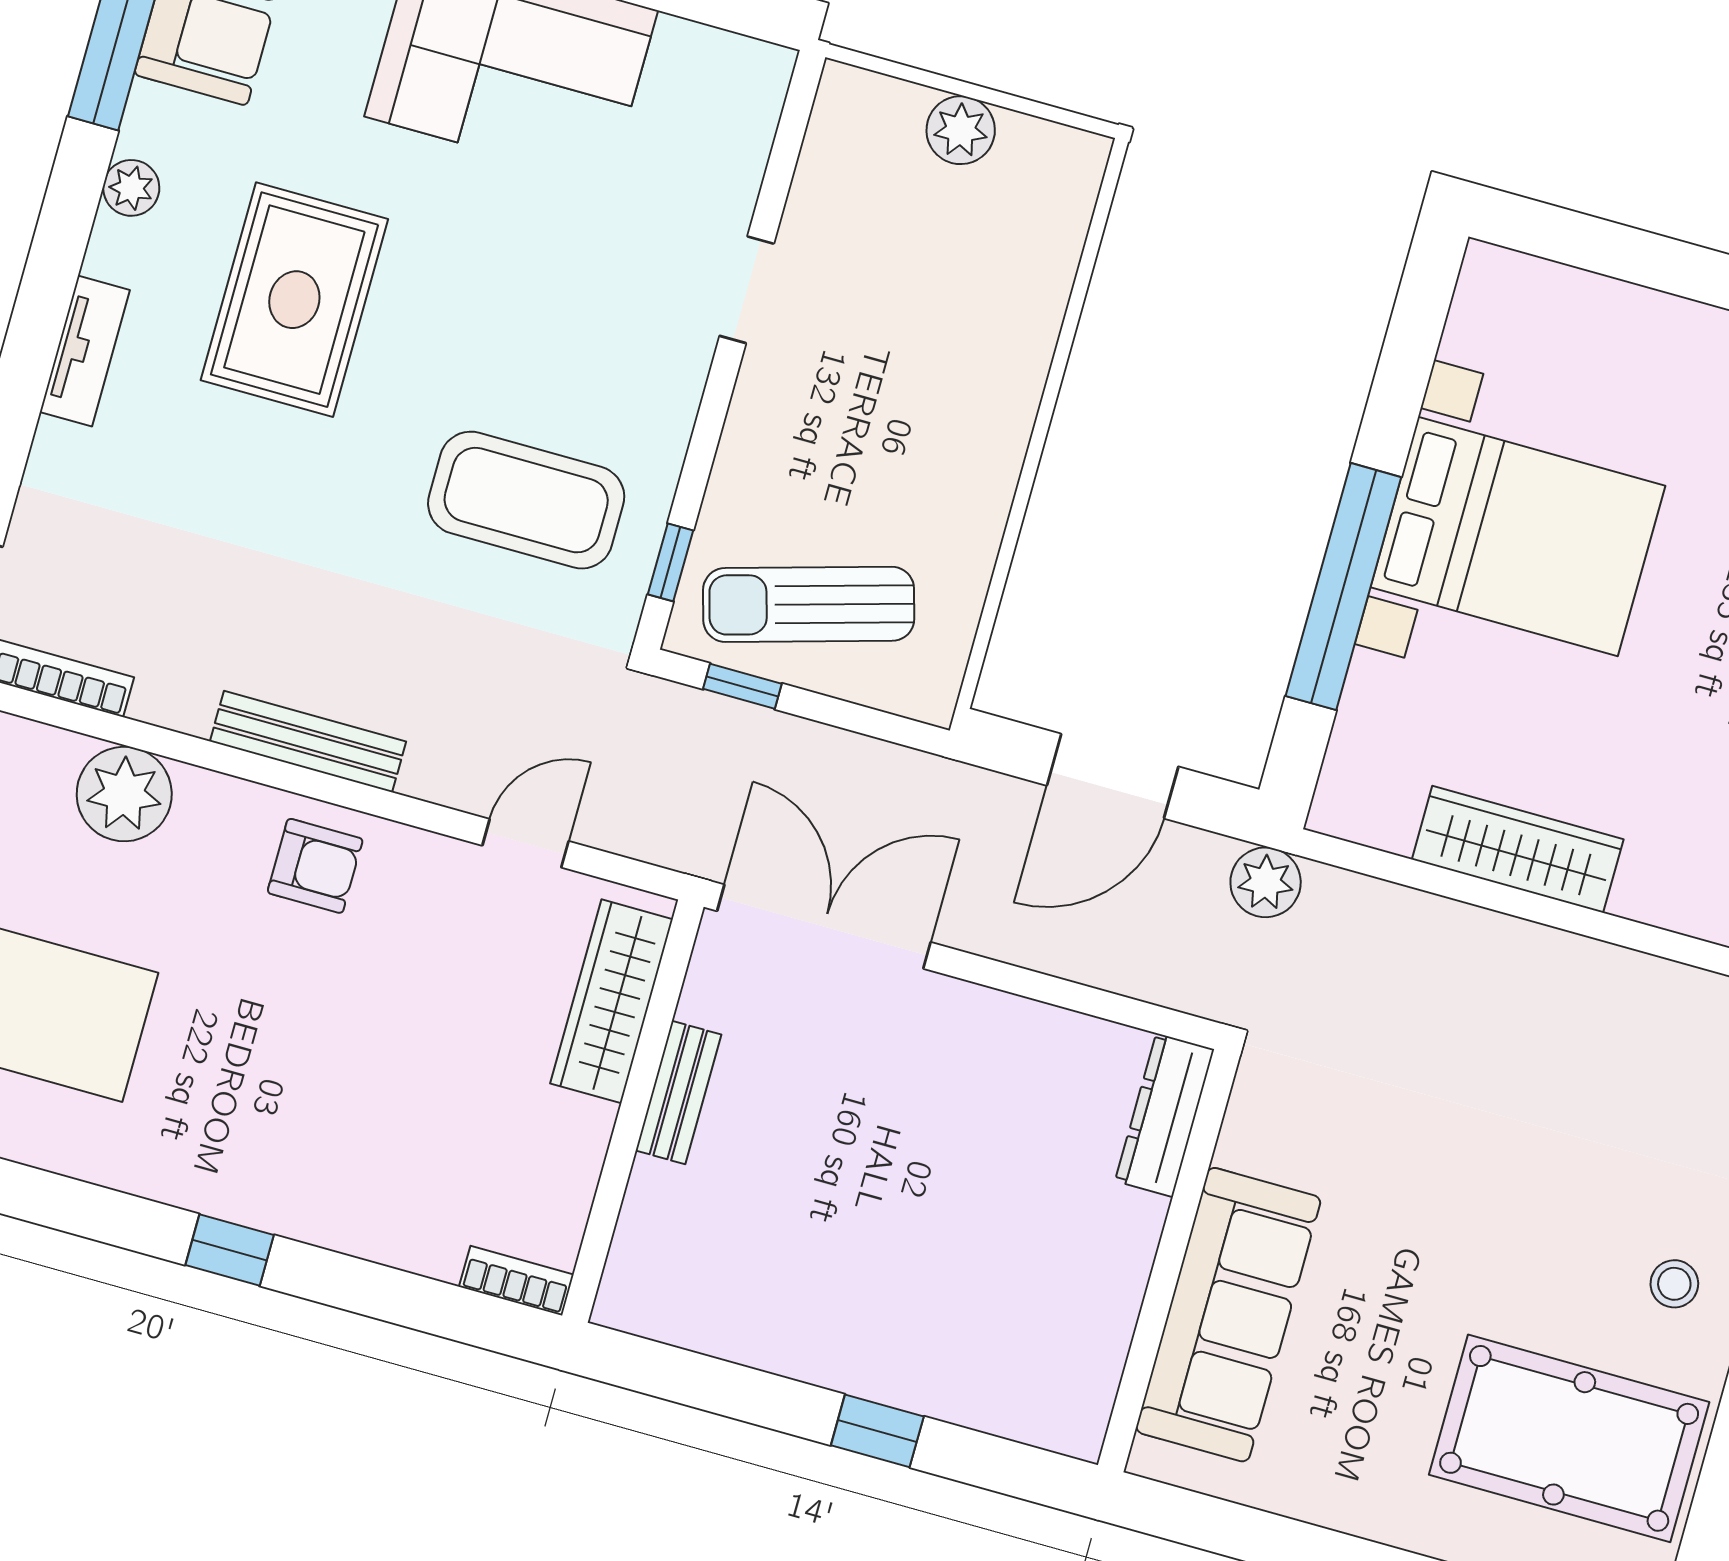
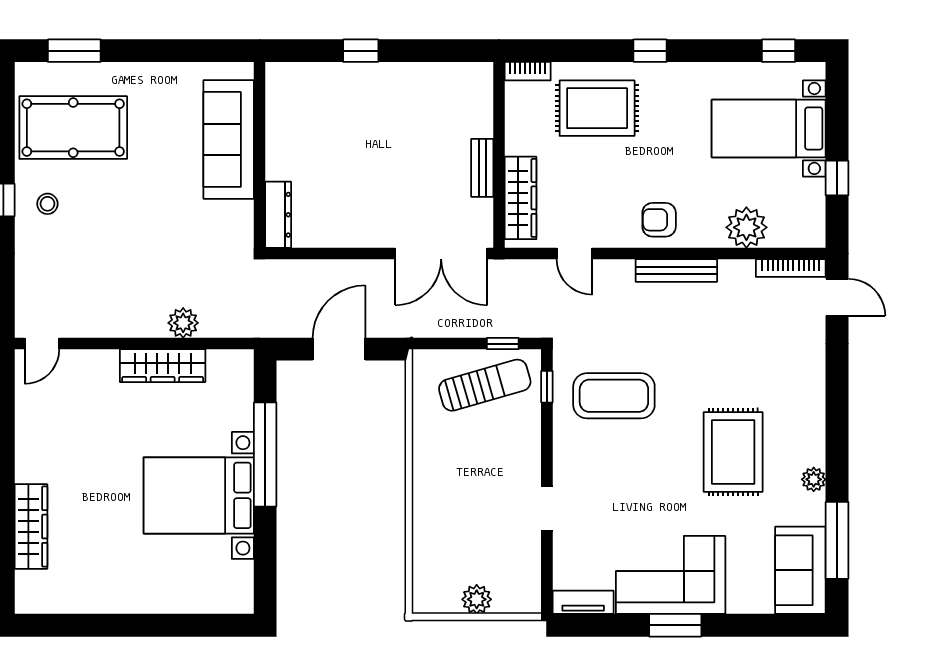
tv unit: (85, 351) -> (583, 602), moved, turned 90
door: (526, 843) -> (574, 253), hinge flipped
plant: (1266, 882) -> (183, 323), moved
rug: (384, 1154) -> (597, 108), added

